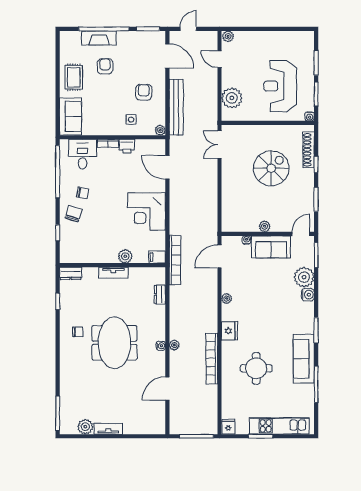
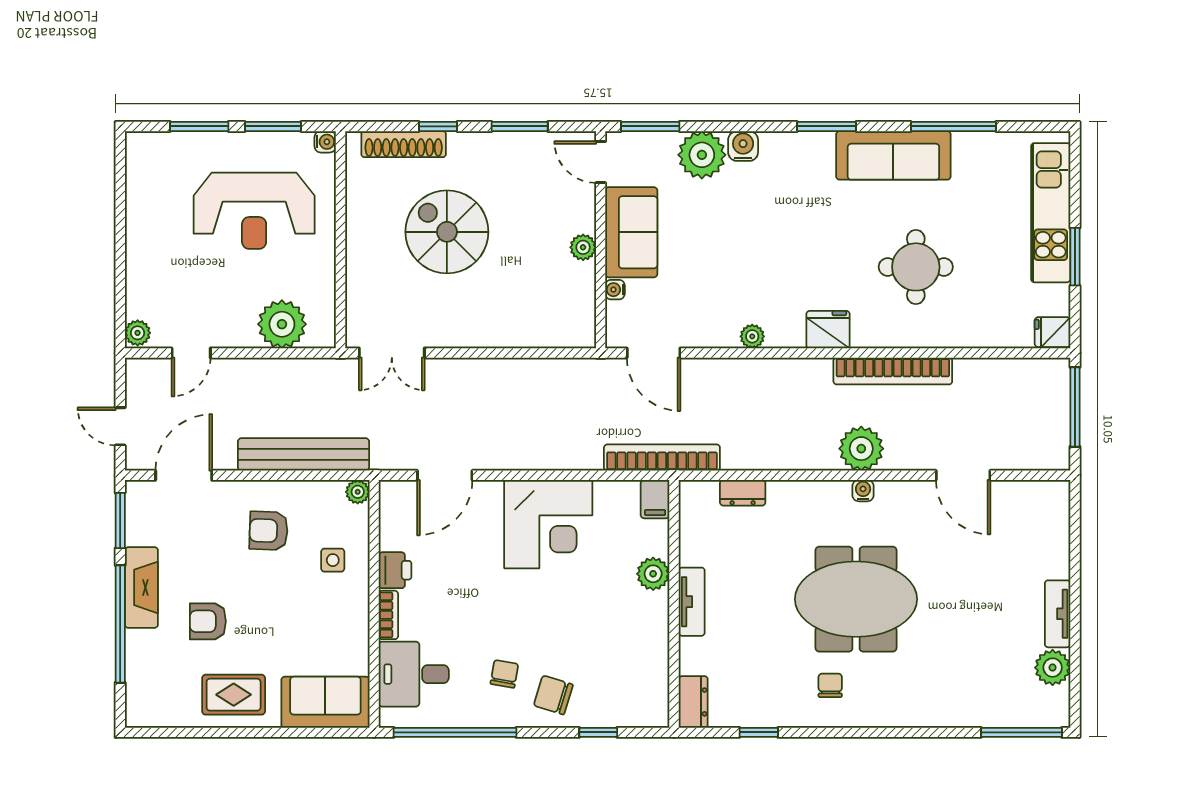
fireplace: (99, 38) -> (141, 587), moved
plant: (174, 345) -> (861, 449), width x1.87, depth x1.87

